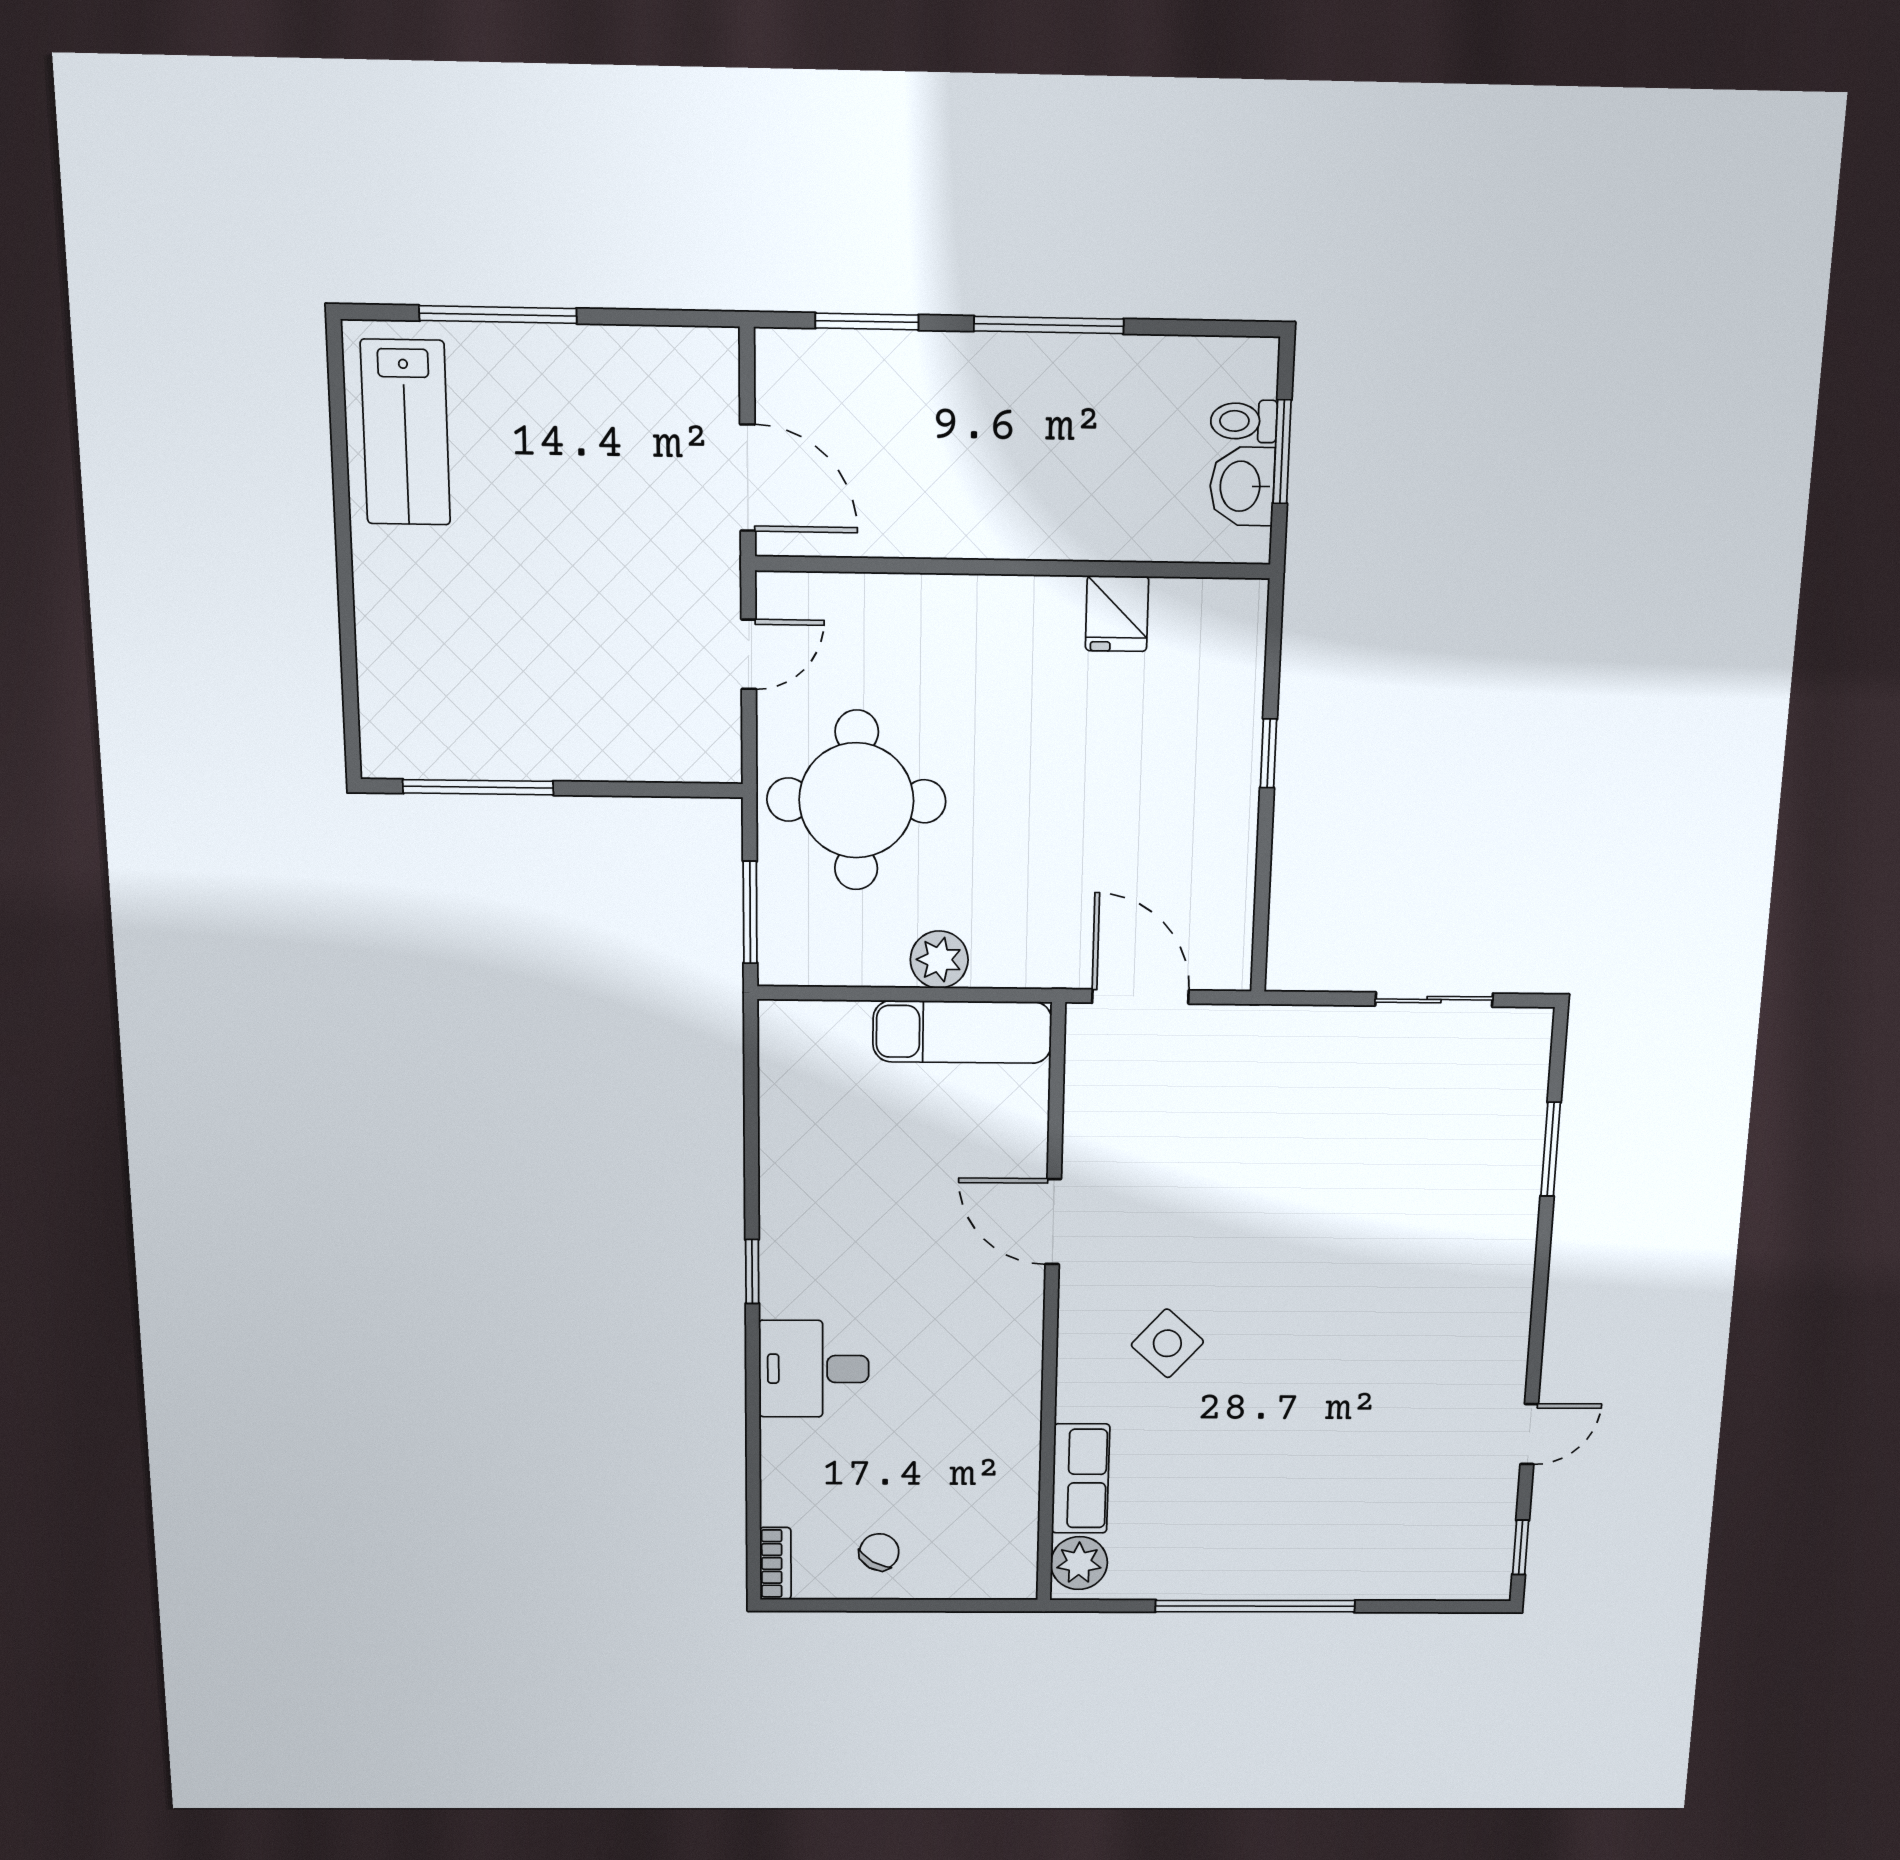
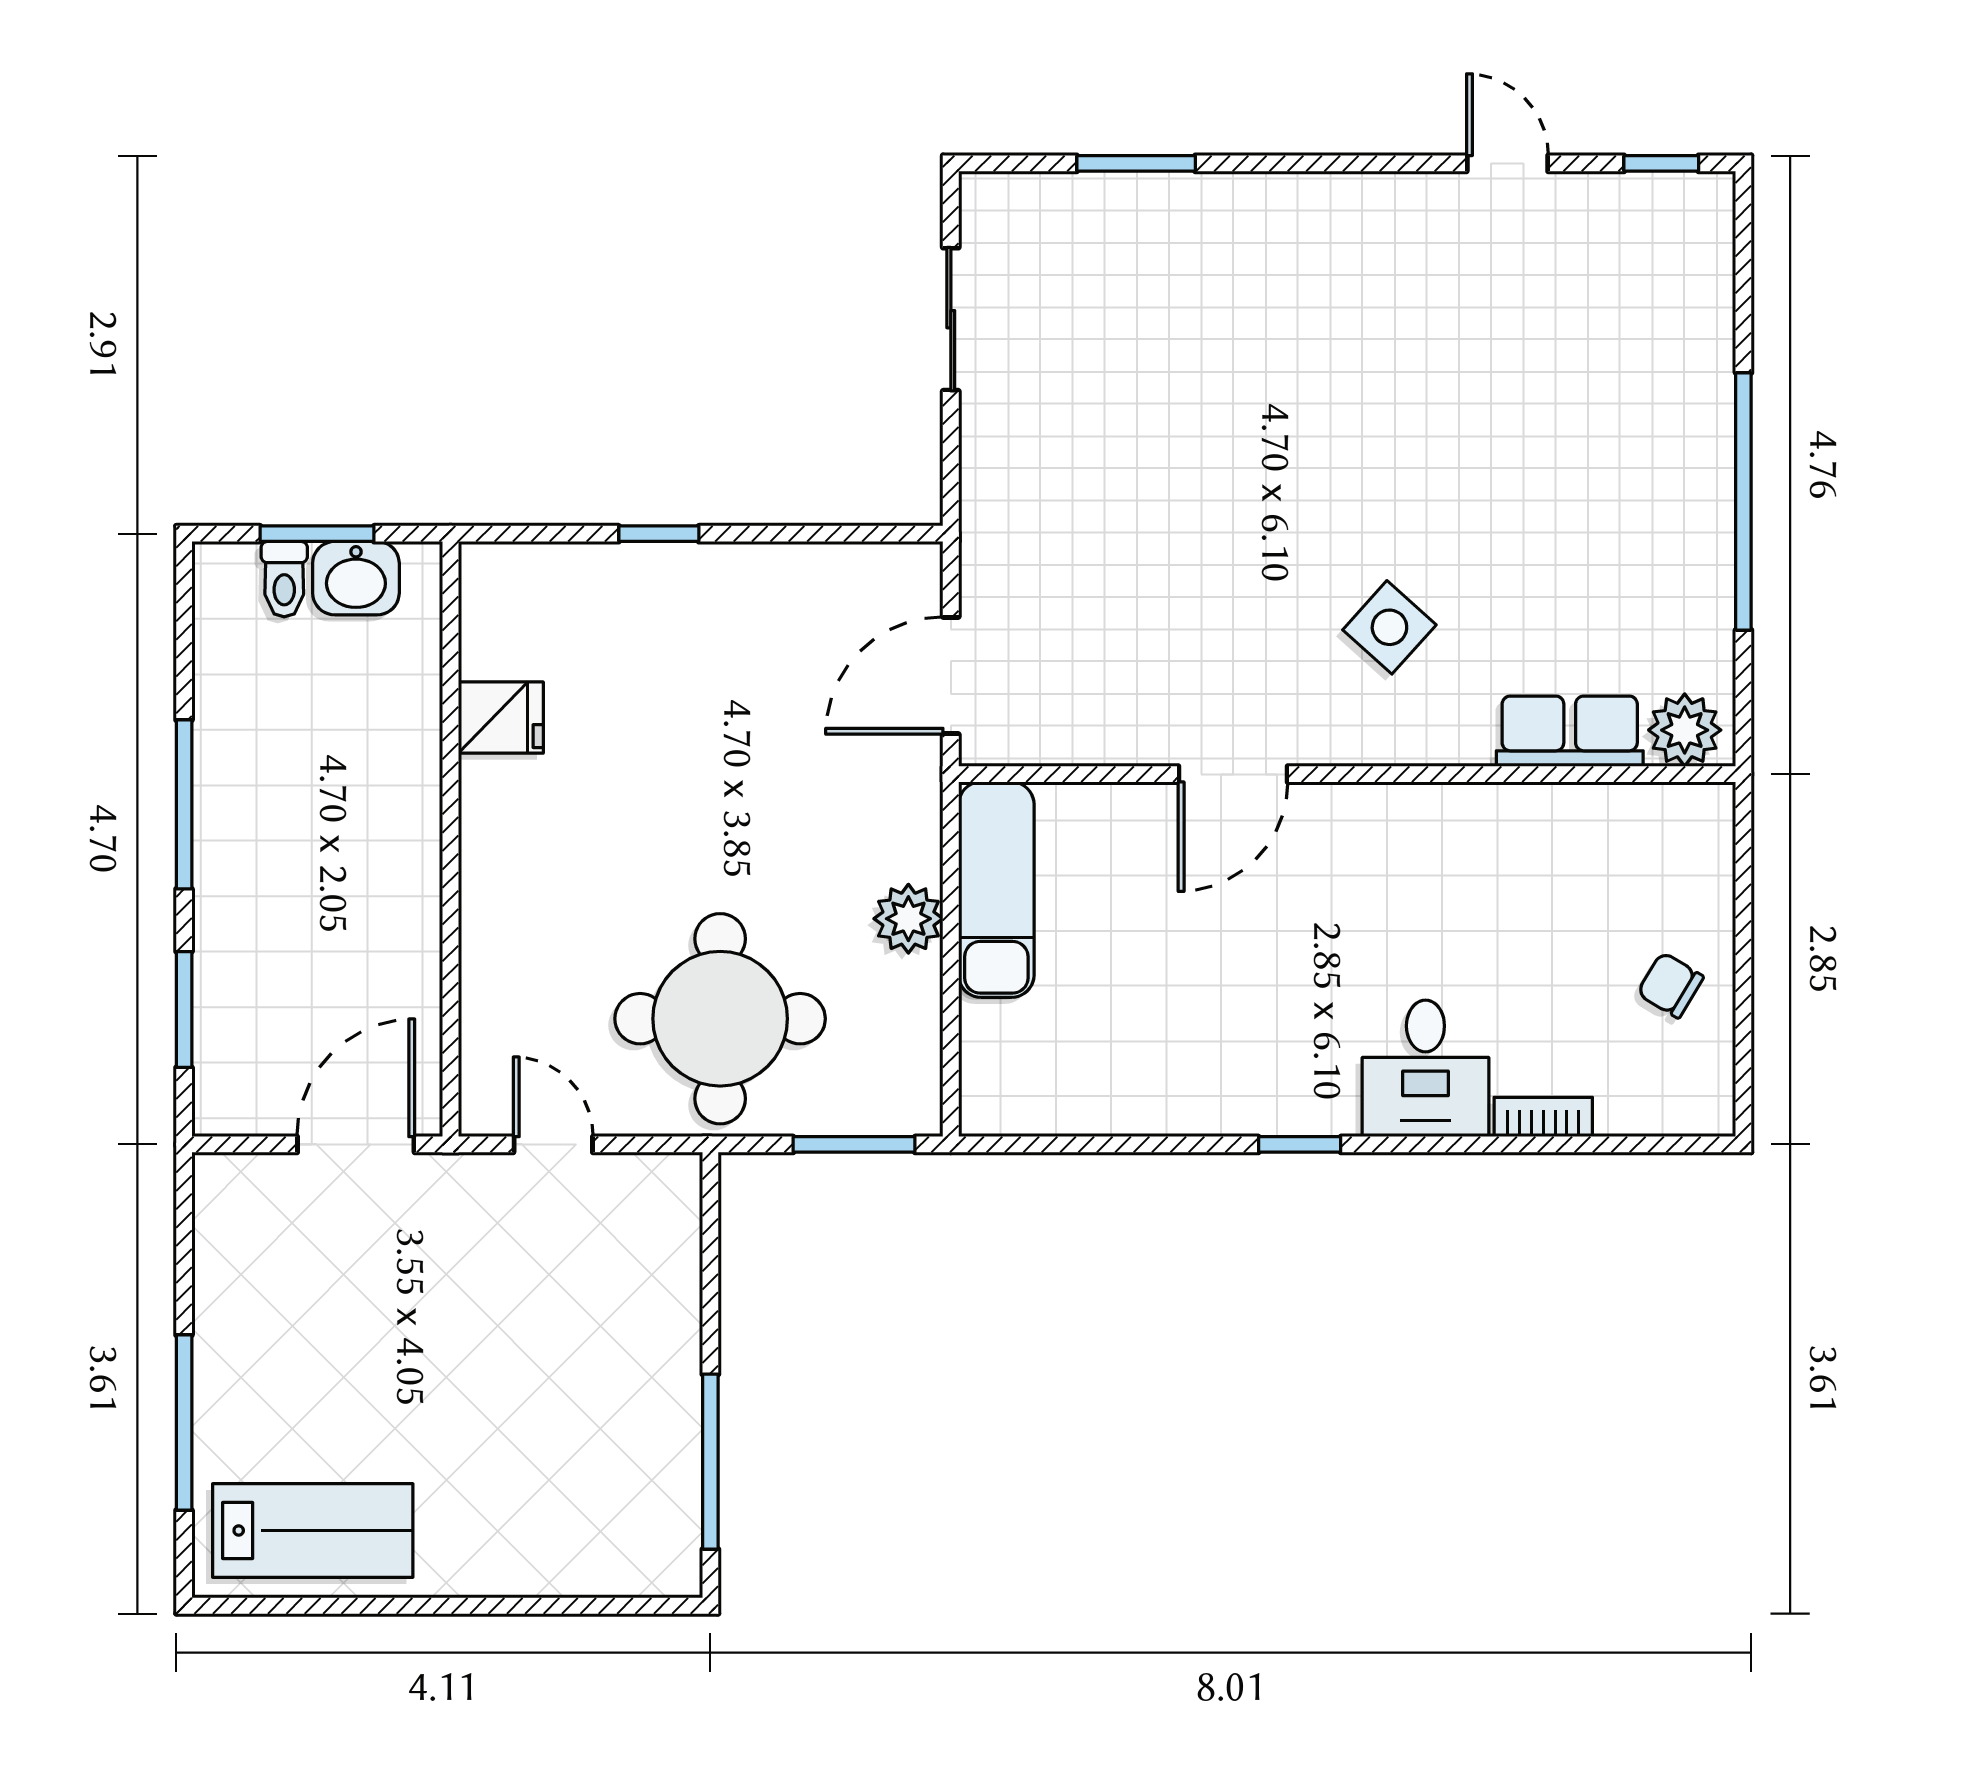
bookcase: (775, 1563) -> (1543, 1117), moved

